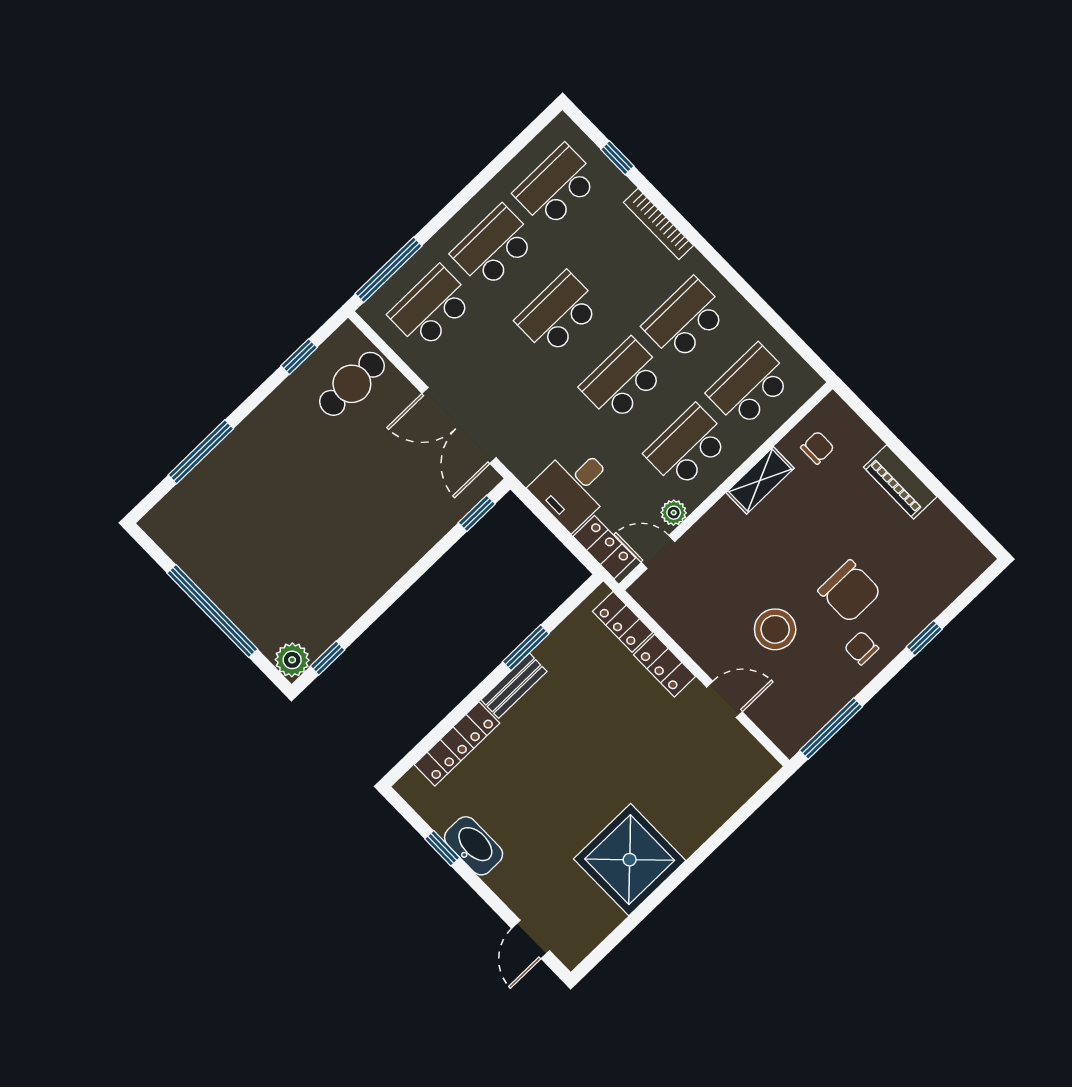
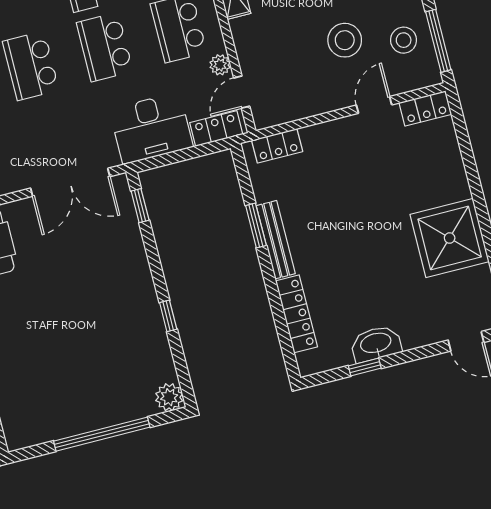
desk: (574, 487) -> (151, 128), width x1.37
window: (328, 658) -> (168, 316), moved
locker: (664, 666) -> (425, 108), moved
bench: (514, 686) -> (276, 240), width x1.36
stool: (811, 691) -> (404, 40), added

